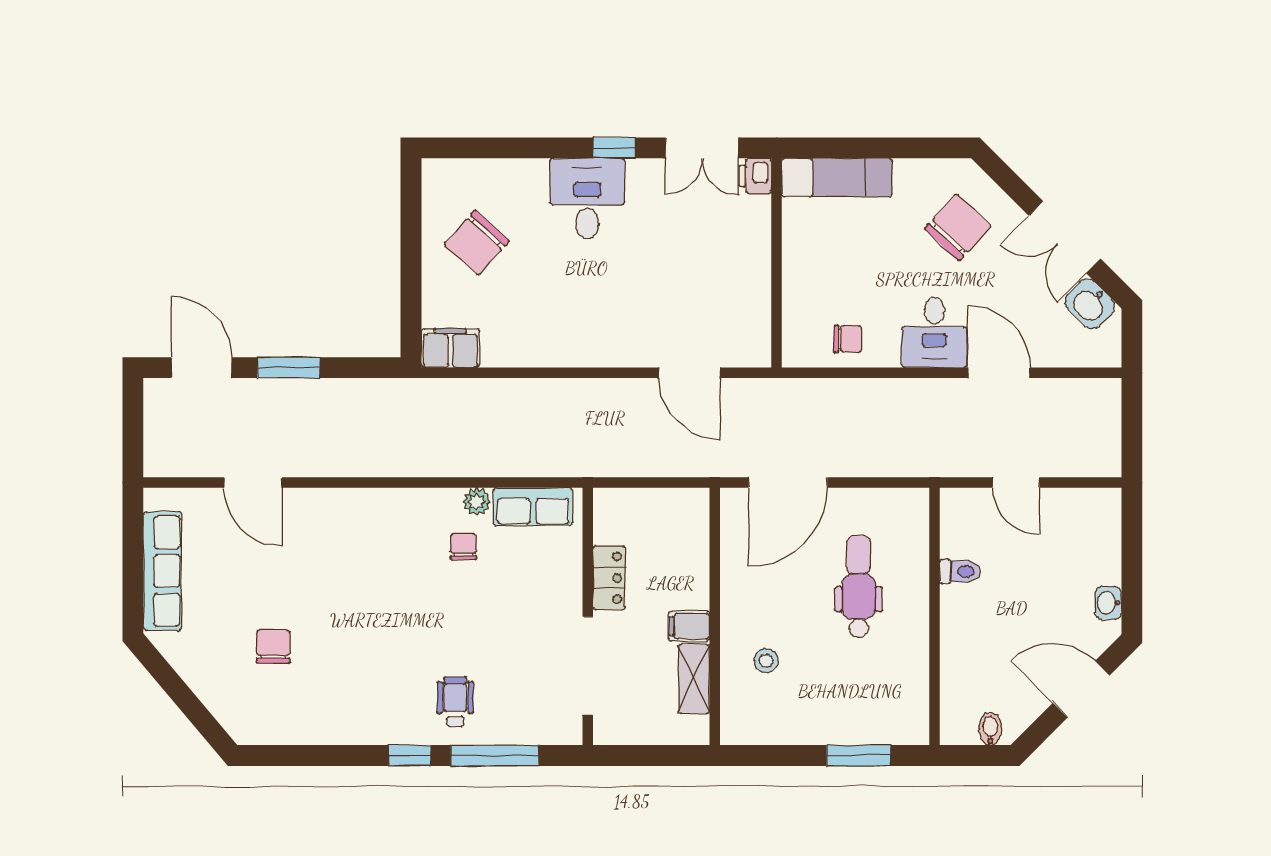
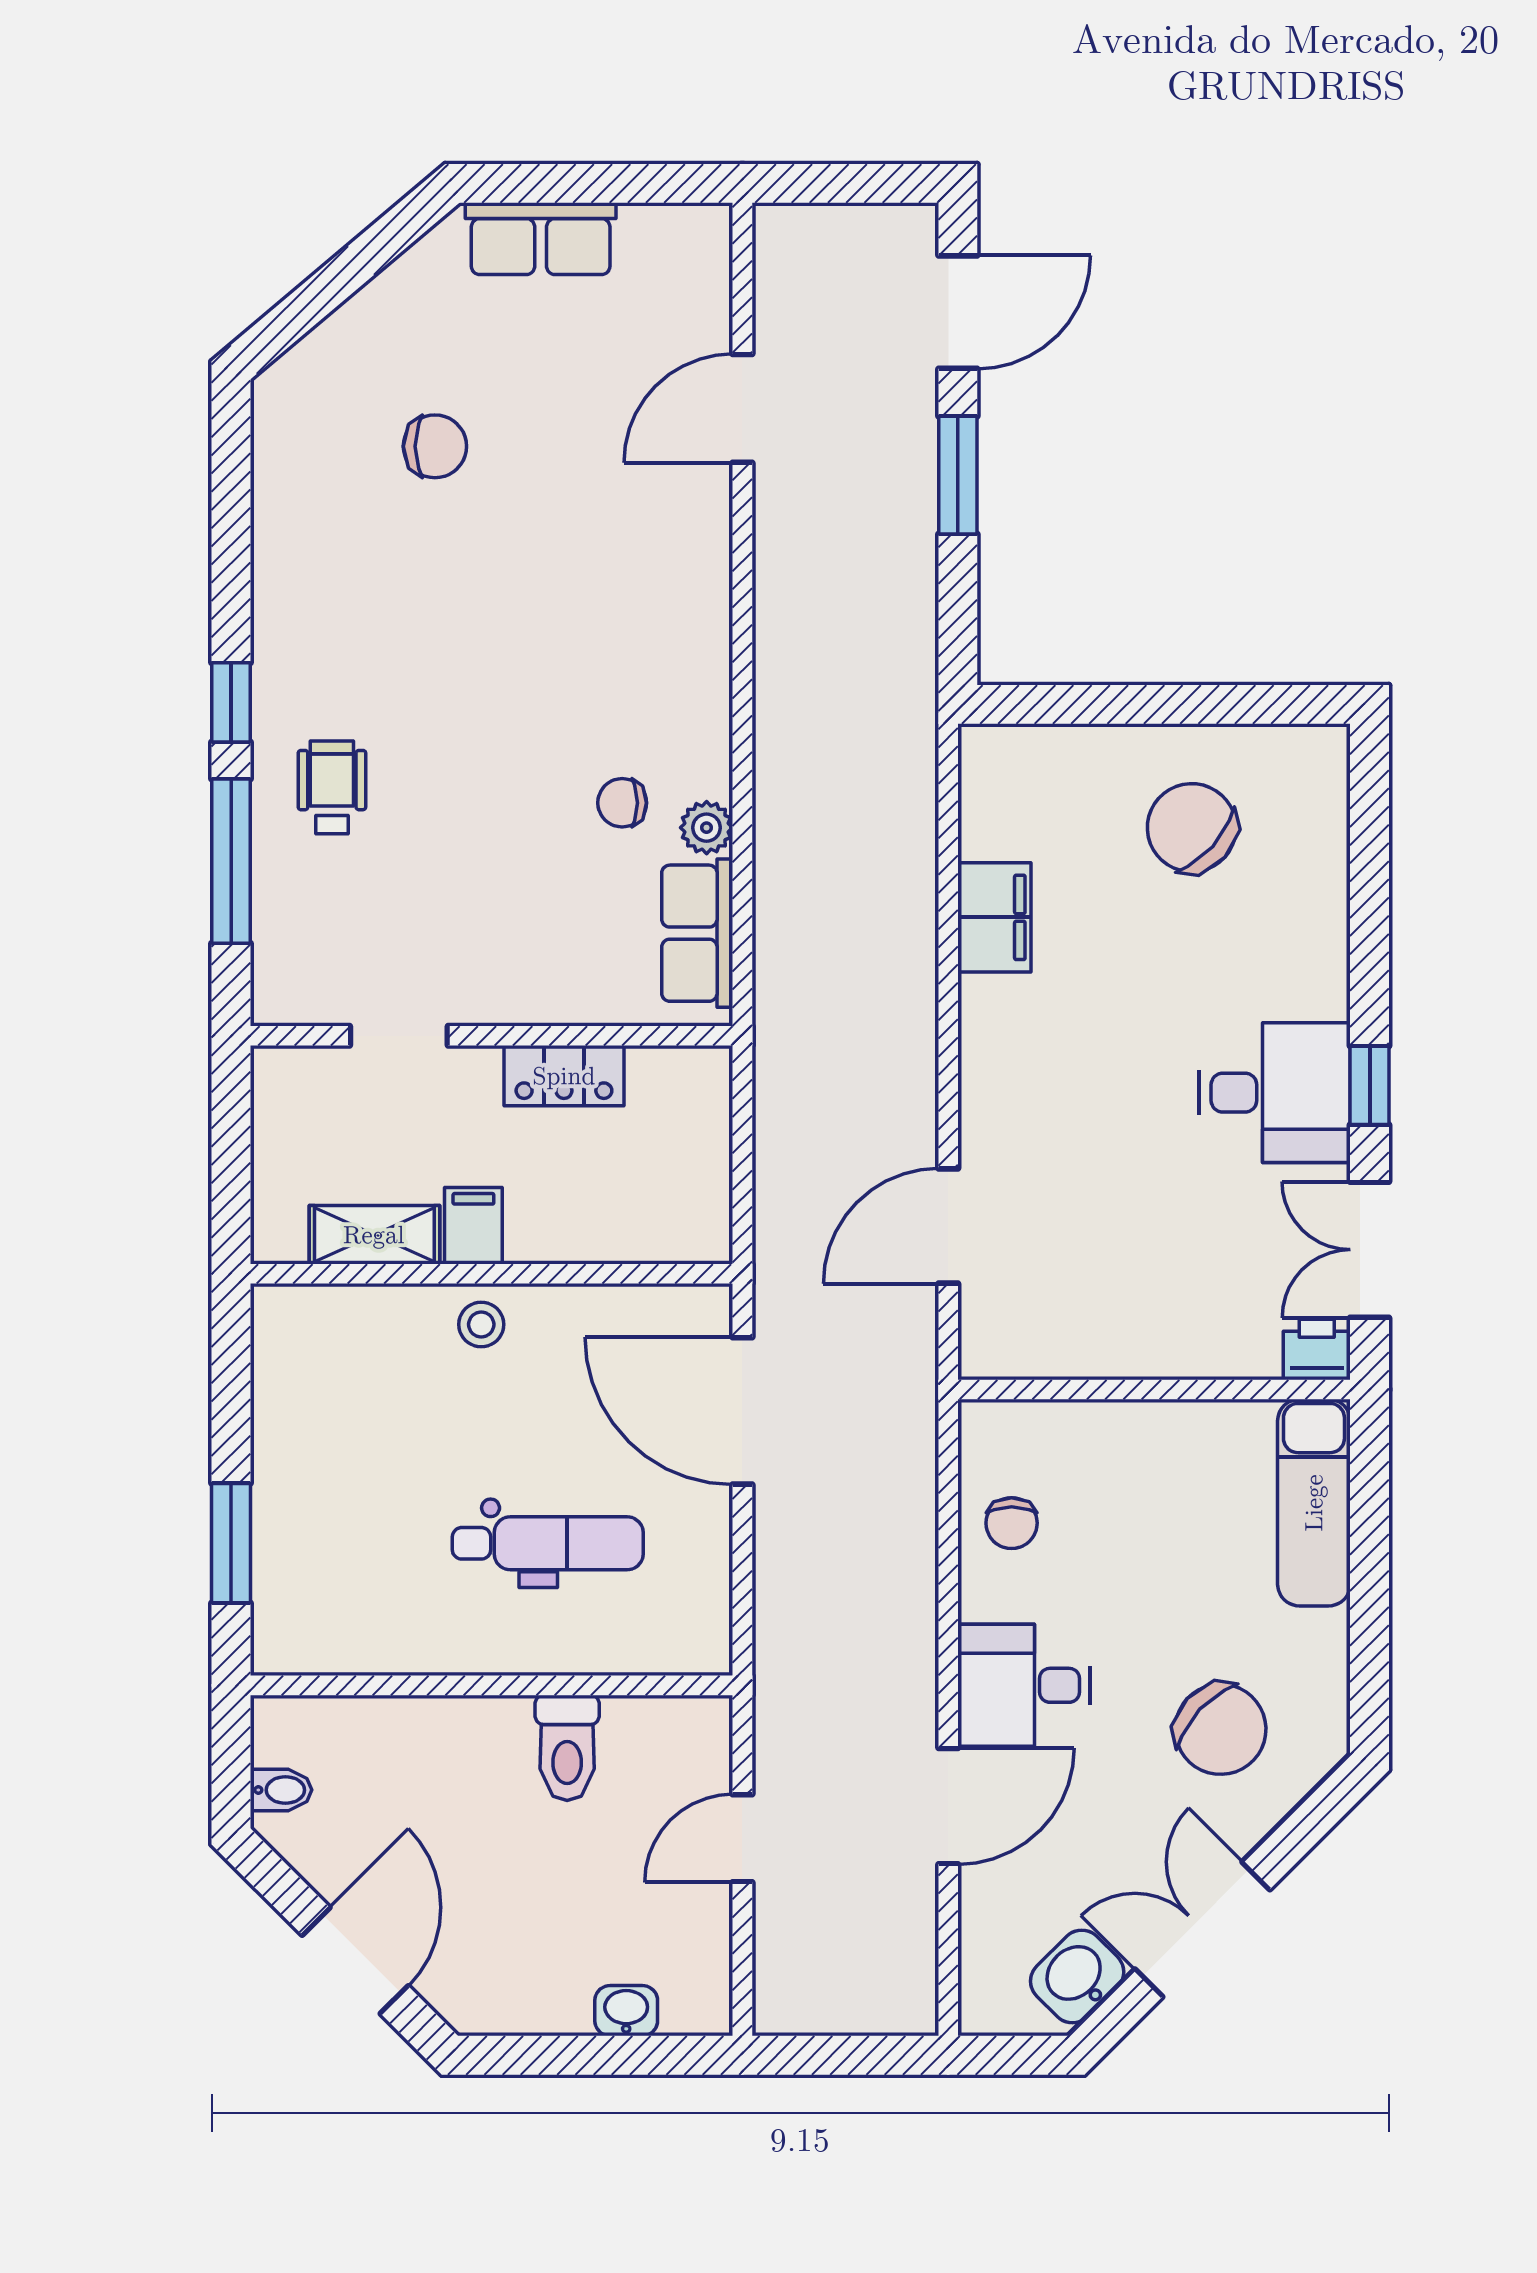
desk: (587, 199) -> (1275, 1093), moved
filing cabinet: (450, 348) -> (994, 917), moved
chair: (463, 547) -> (622, 803), turned 180
row of seats: (162, 571) -> (541, 239), width x0.68
toilet: (960, 571) -> (567, 1748), width x1.37, depth x1.39
washbasin: (1108, 603) -> (626, 2011), moved
stool: (766, 661) -> (481, 1324), moved
doorway: (588, 666) -> (399, 1036), width x0.53
wheelchair: (455, 702) -> (332, 787), turned -90

